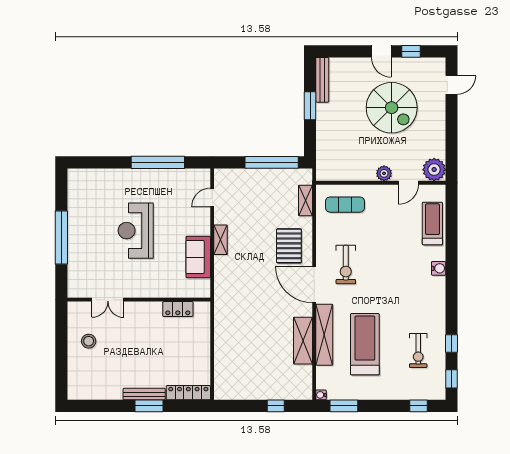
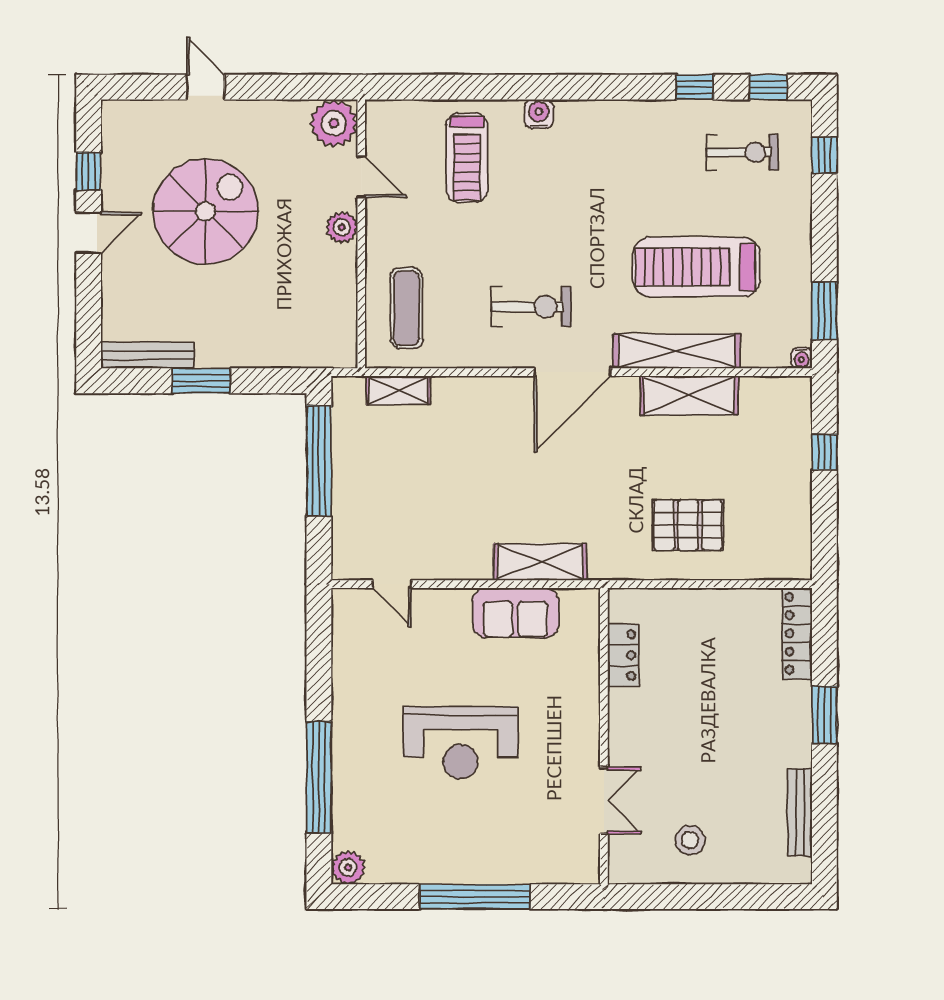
door: (451, 85) -> (206, 87), moved
window: (158, 162) -> (319, 778), moved
plant: (75, 176) -> (348, 868), added
treadmill: (432, 223) -> (467, 158), moved, turned -90
shelving: (221, 240) -> (540, 562), moved, width x1.50, depth x1.33
pallet: (289, 246) -> (688, 525), moved
exercise bike: (418, 350) -> (742, 152), moved
bench: (144, 394) -> (800, 812), moved

